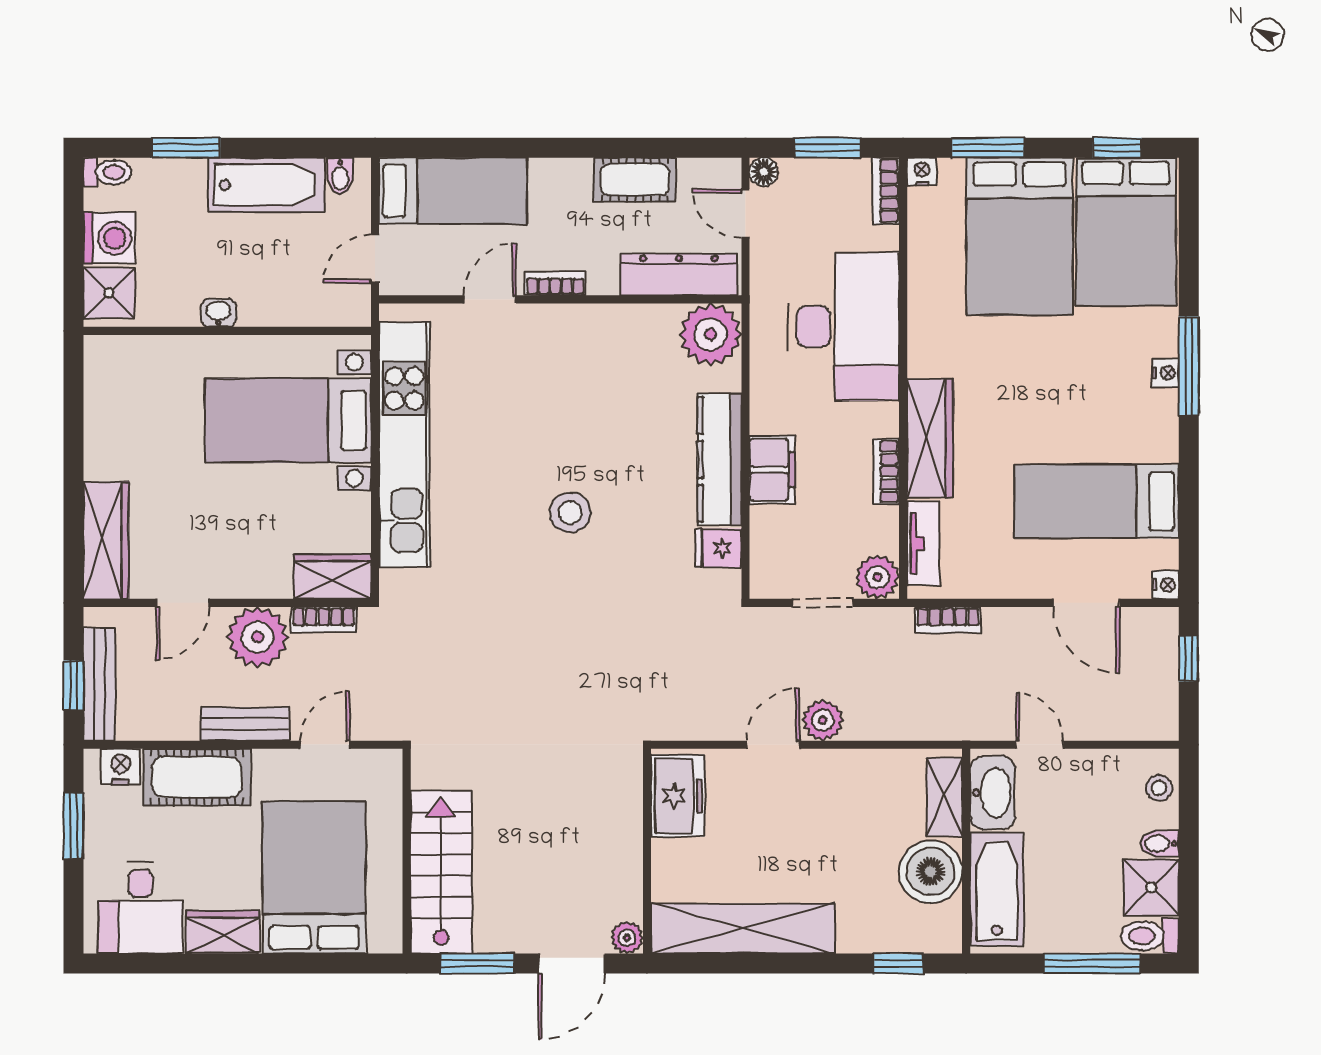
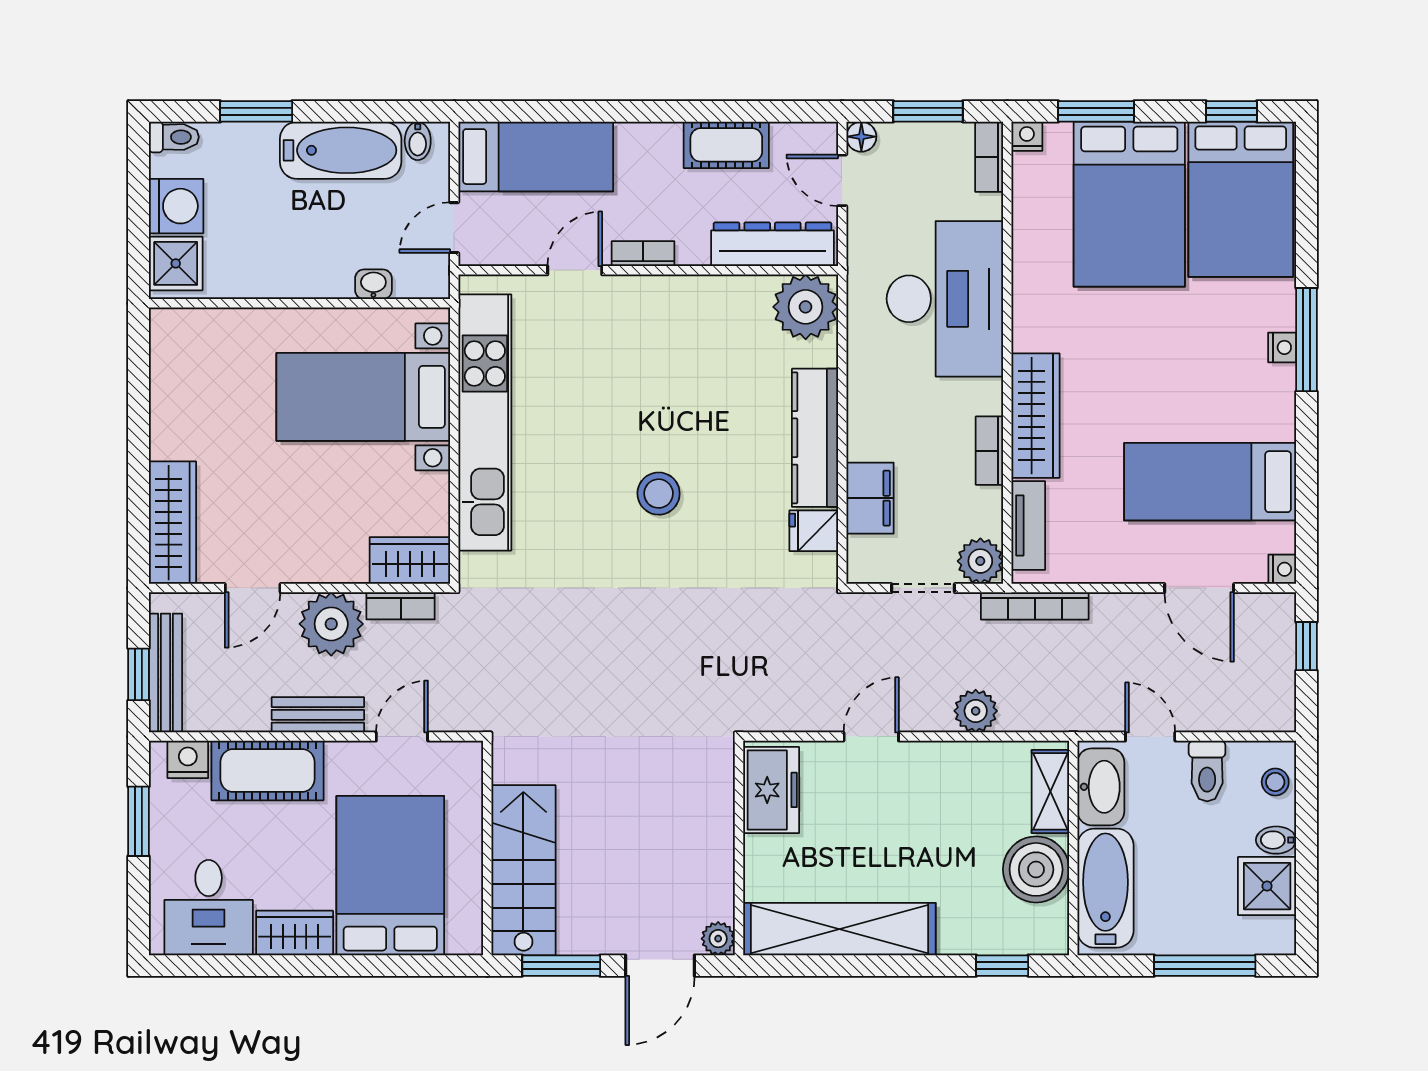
washbasin: (218, 313) -> (373, 284), moved
filing cabinet: (772, 470) -> (870, 498), moved
bookcase: (948, 620) -> (1035, 606), width x1.56
plant: (823, 720) -> (976, 711), moved
toilet: (1150, 936) -> (1207, 771), moved, turned -90

